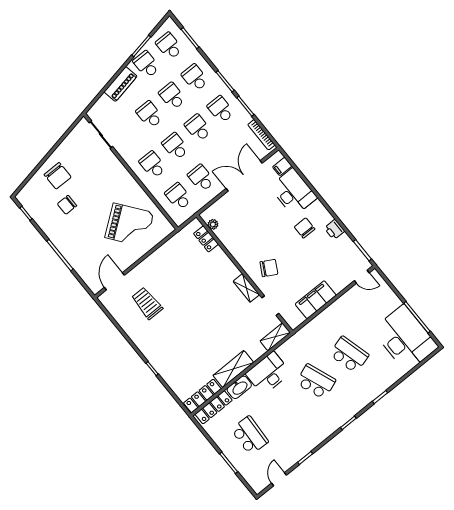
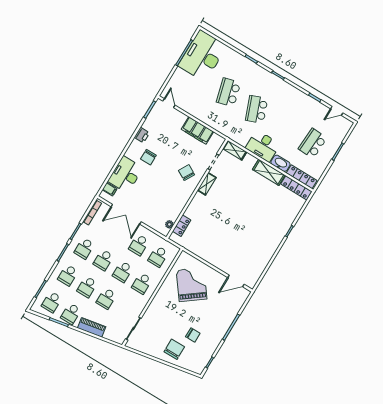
trolley: (147, 303) -> (243, 252), removed

